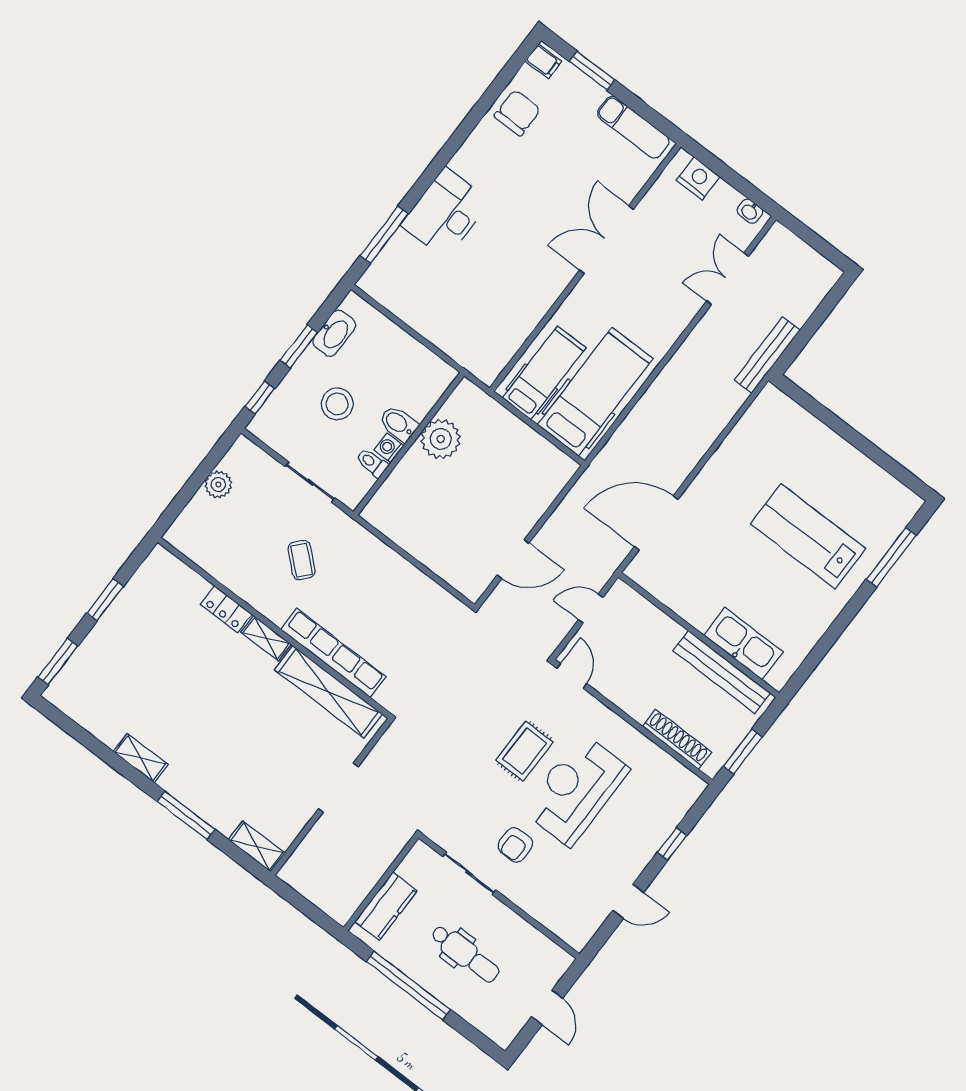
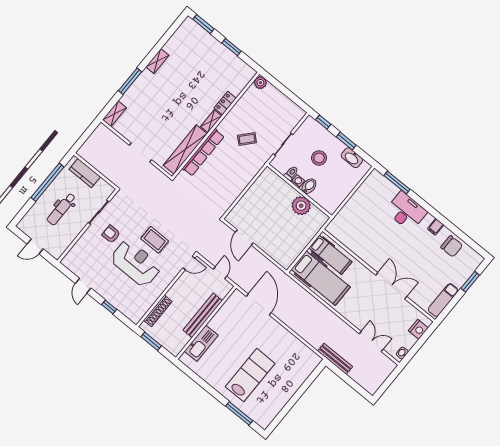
filing cabinet: (543, 61) -> (436, 227), moved
plant: (218, 484) -> (260, 83), moved
bench: (722, 672) -> (203, 315), moved

